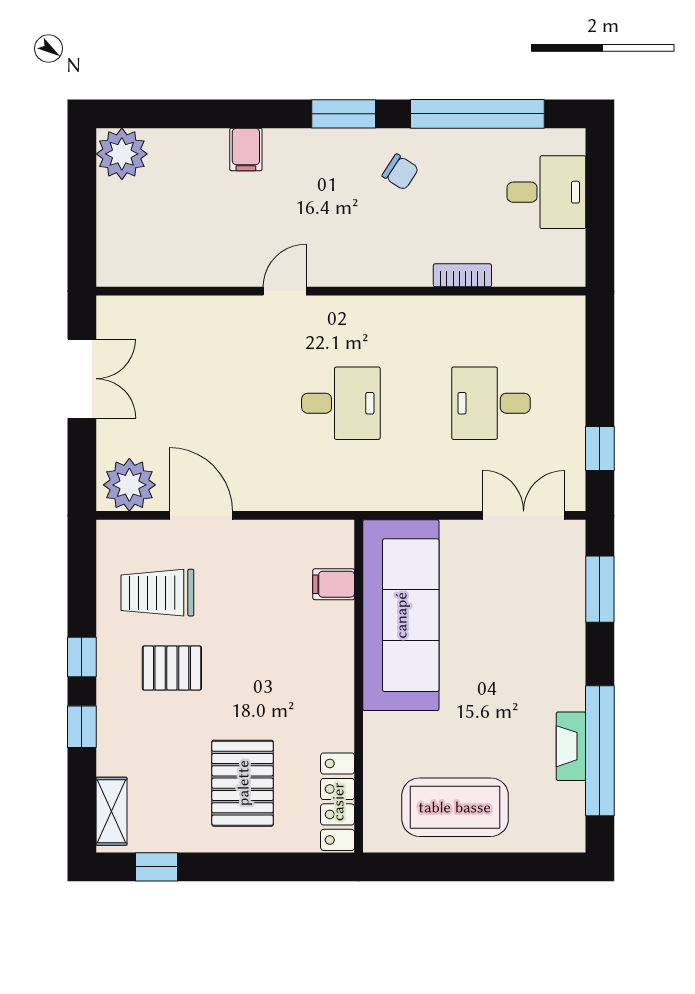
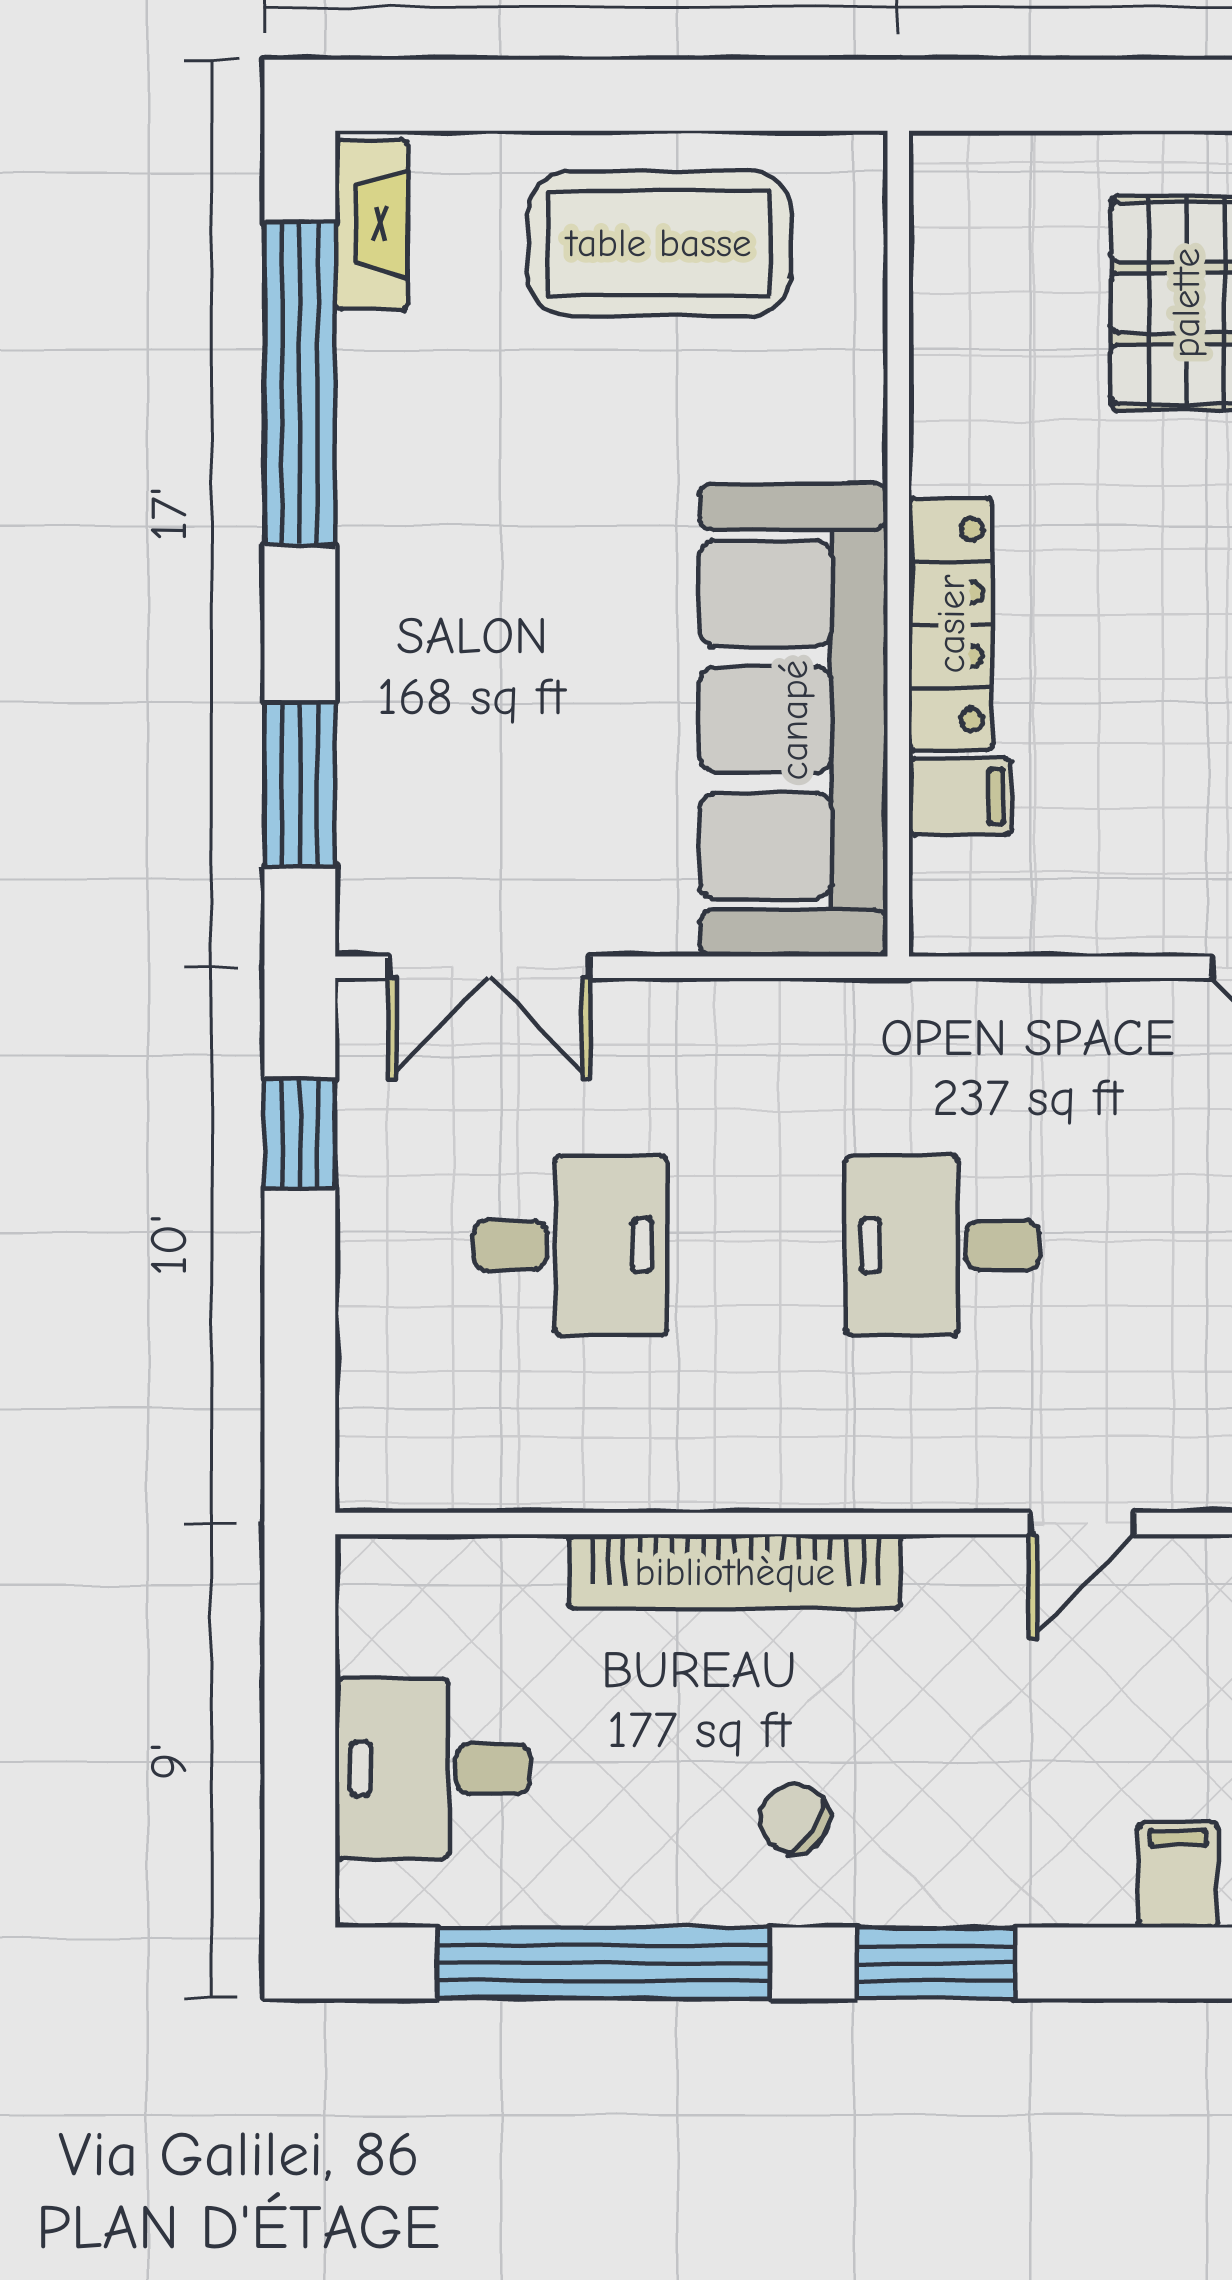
bookcase: (462, 275) -> (735, 1572), width x2.31, depth x1.31
fireplace: (571, 746) -> (372, 224), moved
locker: (338, 802) -> (951, 624), moved

